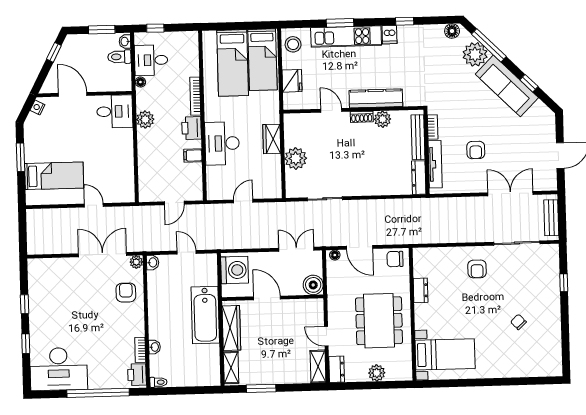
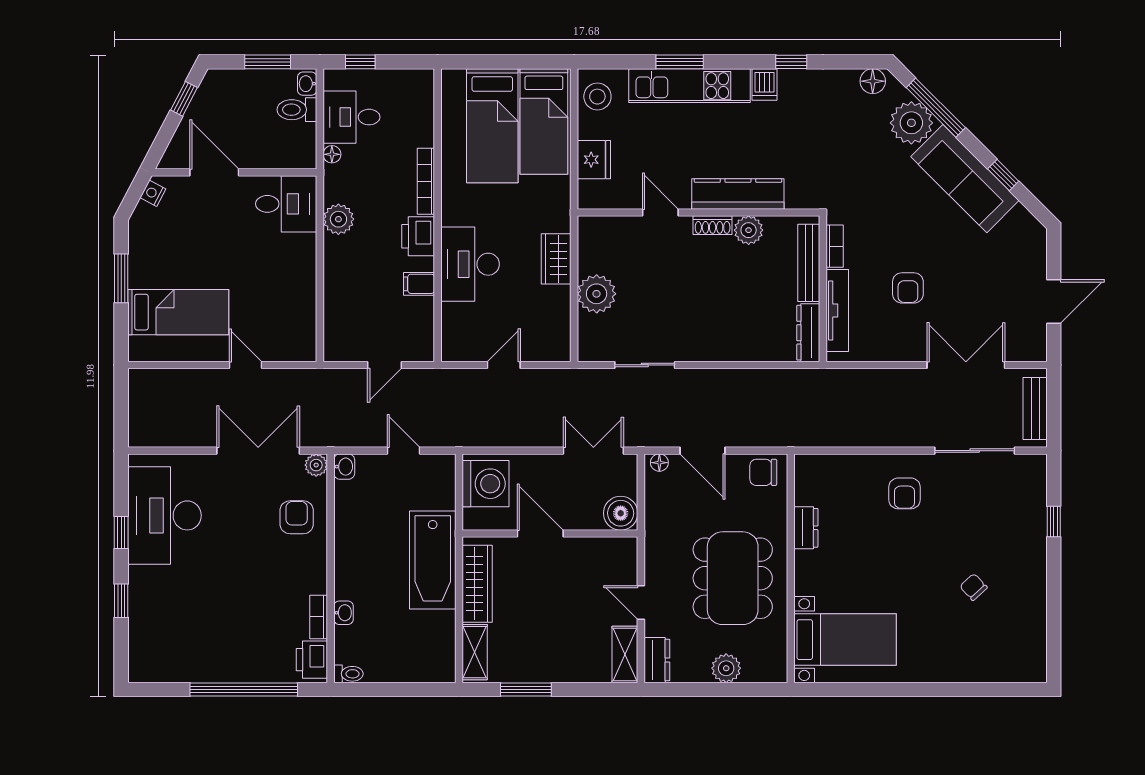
desk: (59, 369) -> (164, 515), moved, turned 90

